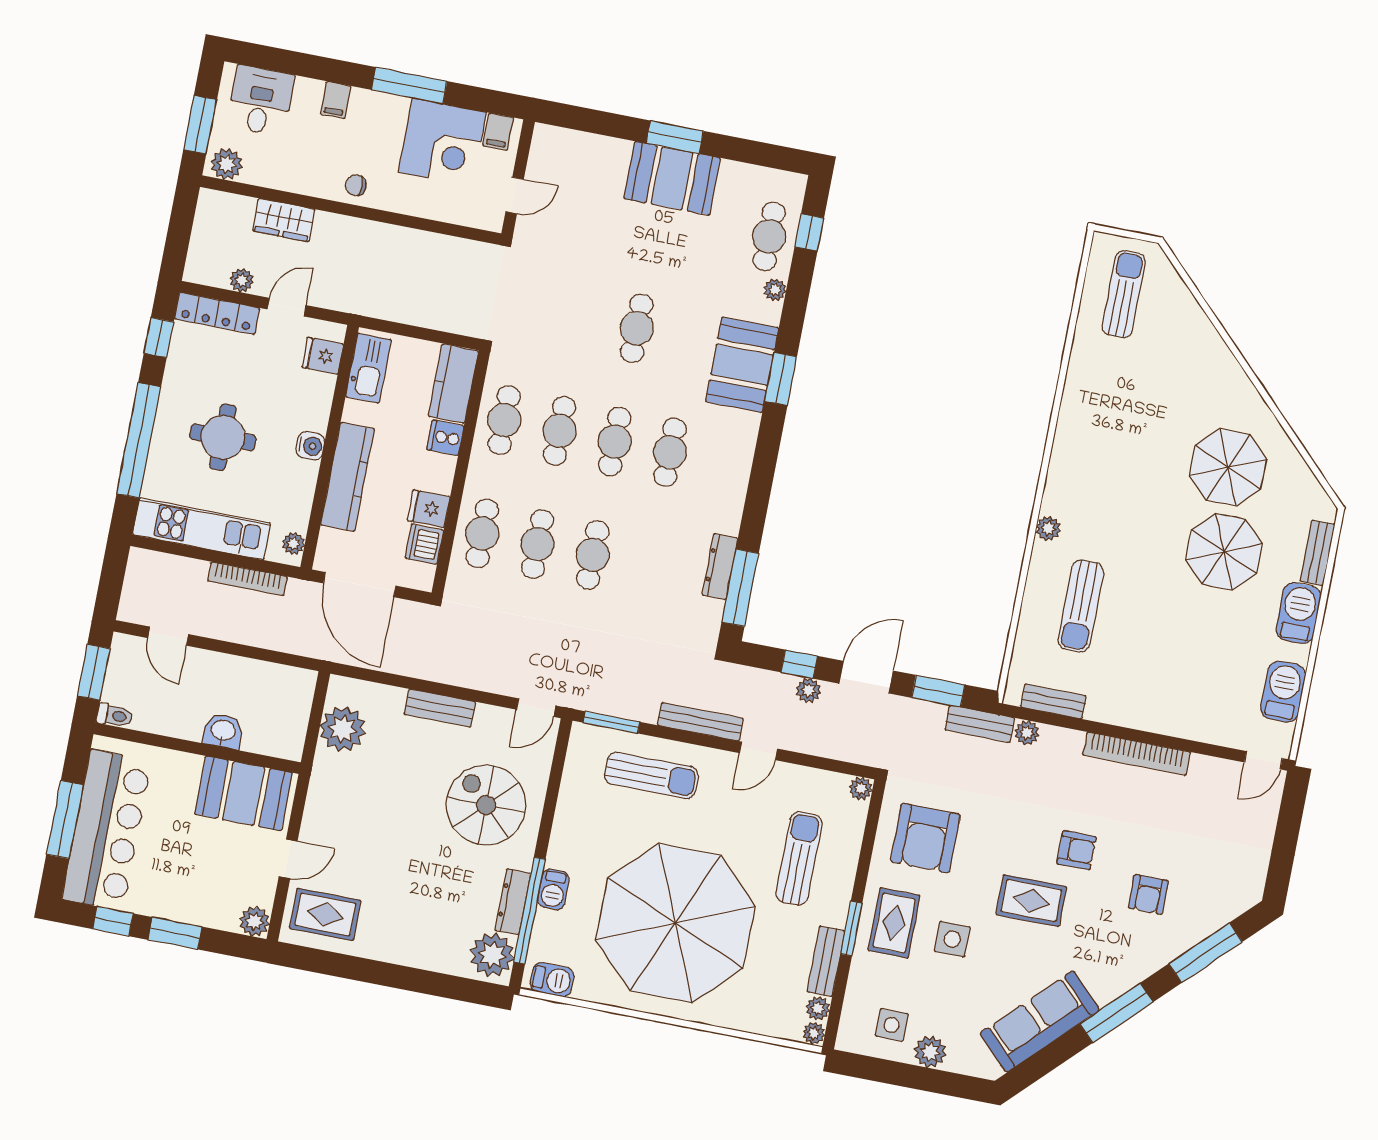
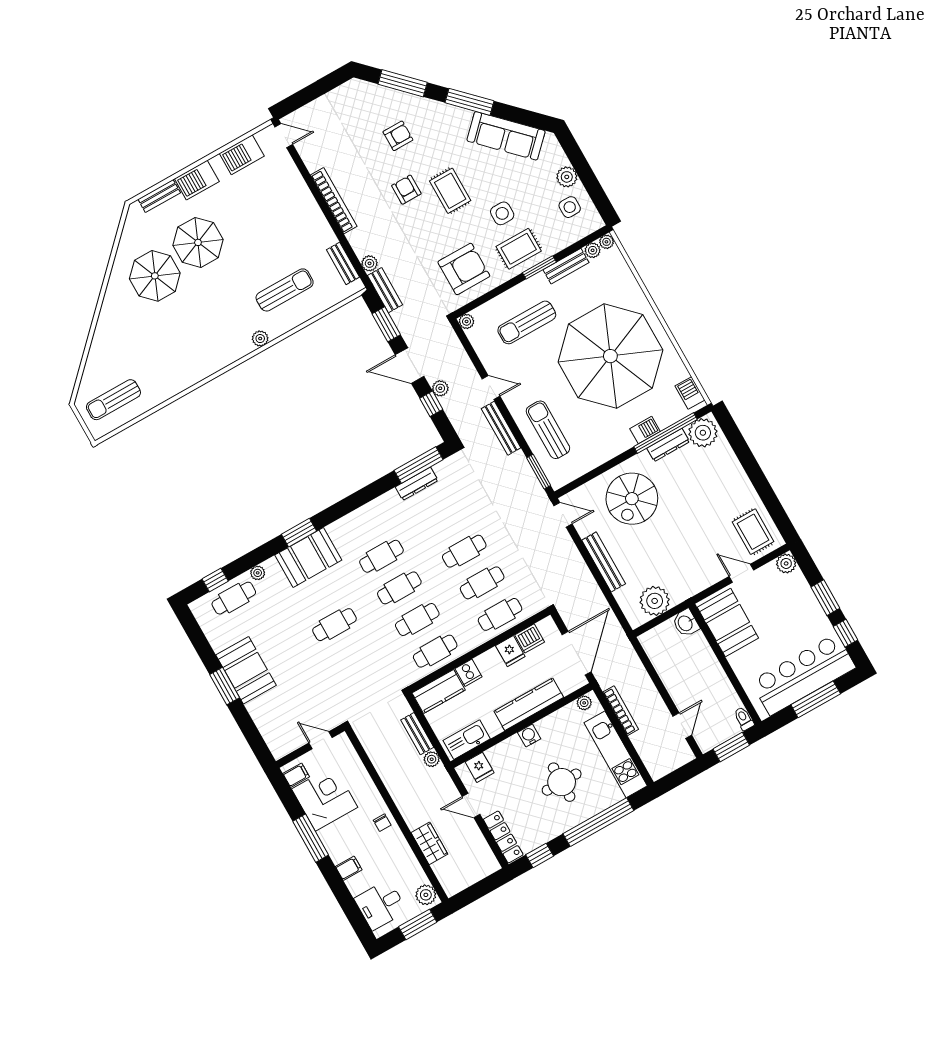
plant: (242, 280) -> (432, 759), moved
bench: (425, 316) -> (417, 734), added
bench: (440, 708) -> (604, 562), width x1.36
washbasin: (223, 731) -> (686, 623), moved

